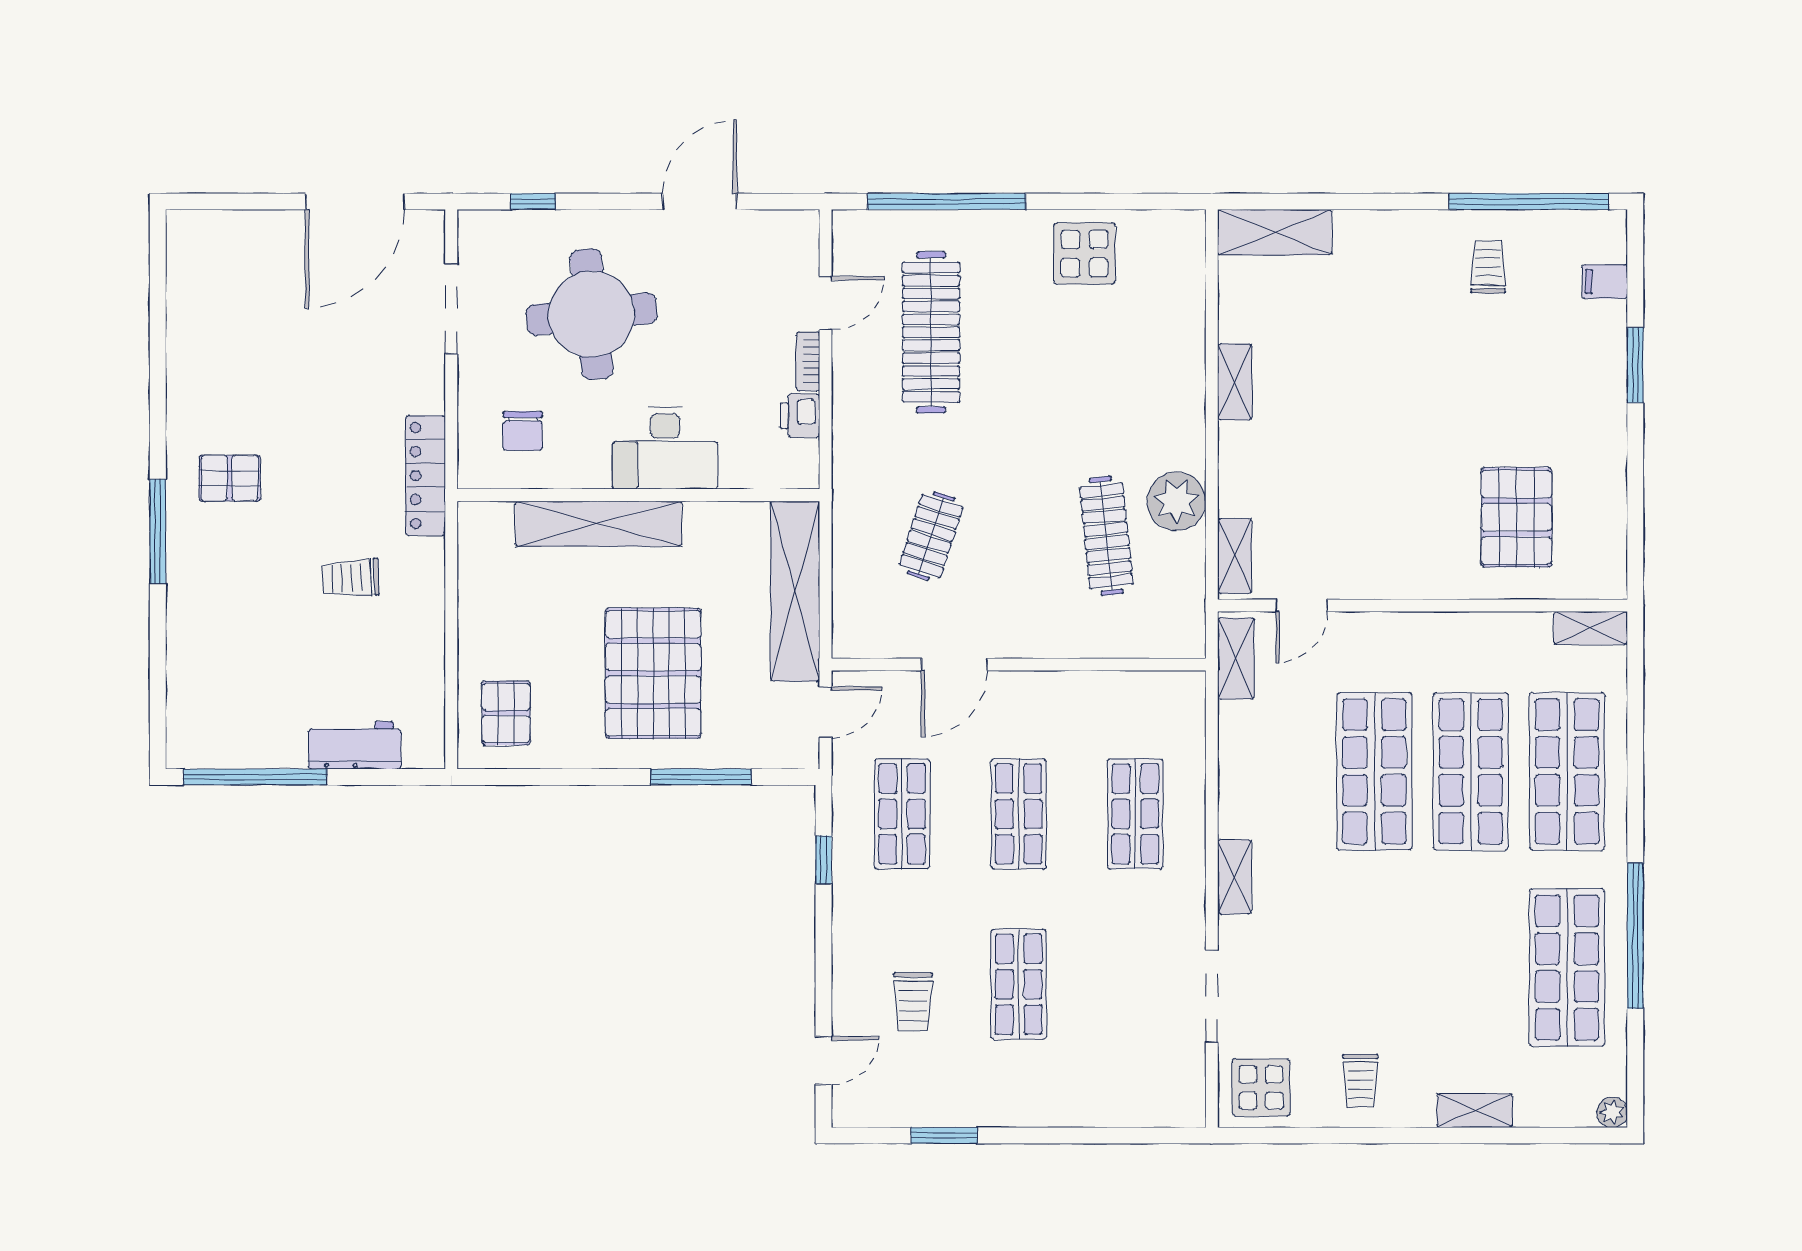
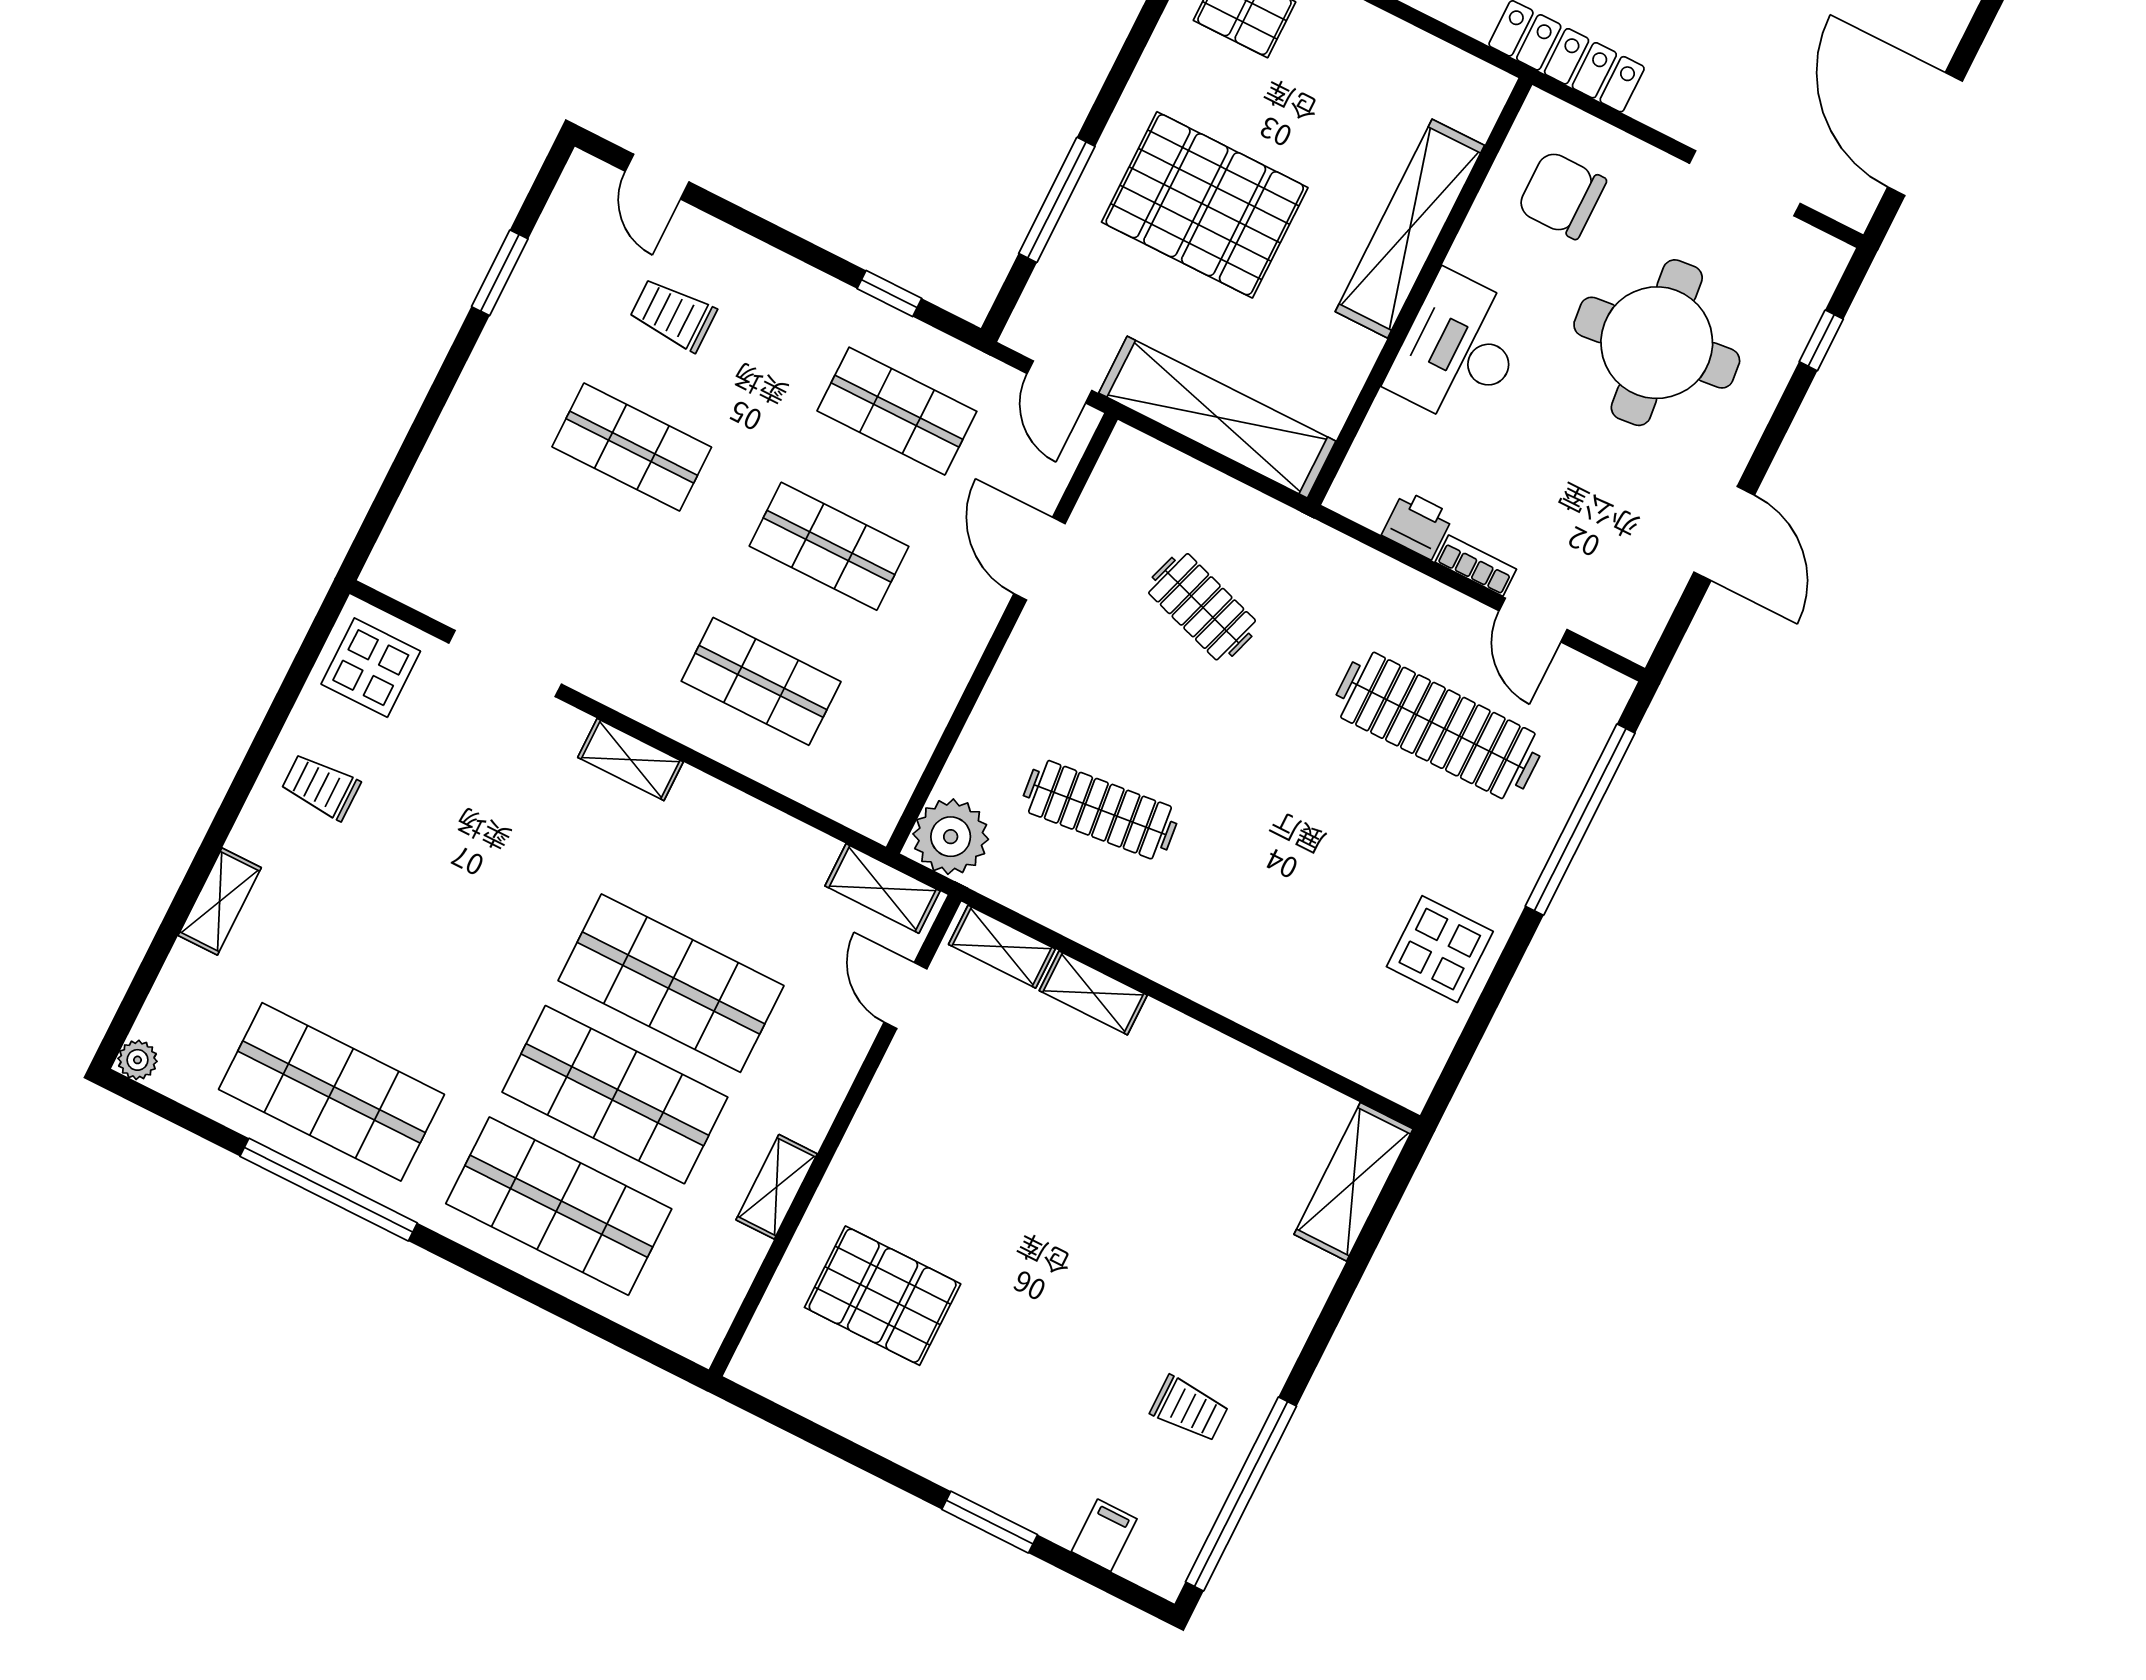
shelving: (1235, 382) -> (1093, 993), moved
chair: (523, 431) -> (1562, 195), width x1.37, depth x1.37
plant: (1177, 501) -> (951, 837), moved
shelving: (1591, 628) -> (777, 1187), moved

